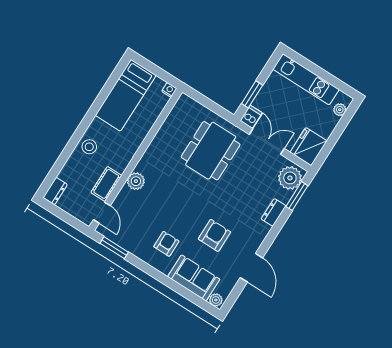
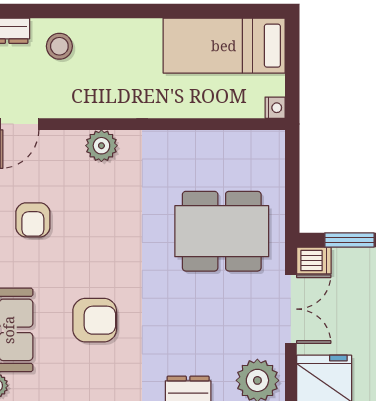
stool: (89, 147) -> (59, 46), moved
cot: (106, 184) -> (68, 103), removed
armchair: (166, 244) -> (33, 220), moved, turned 90

